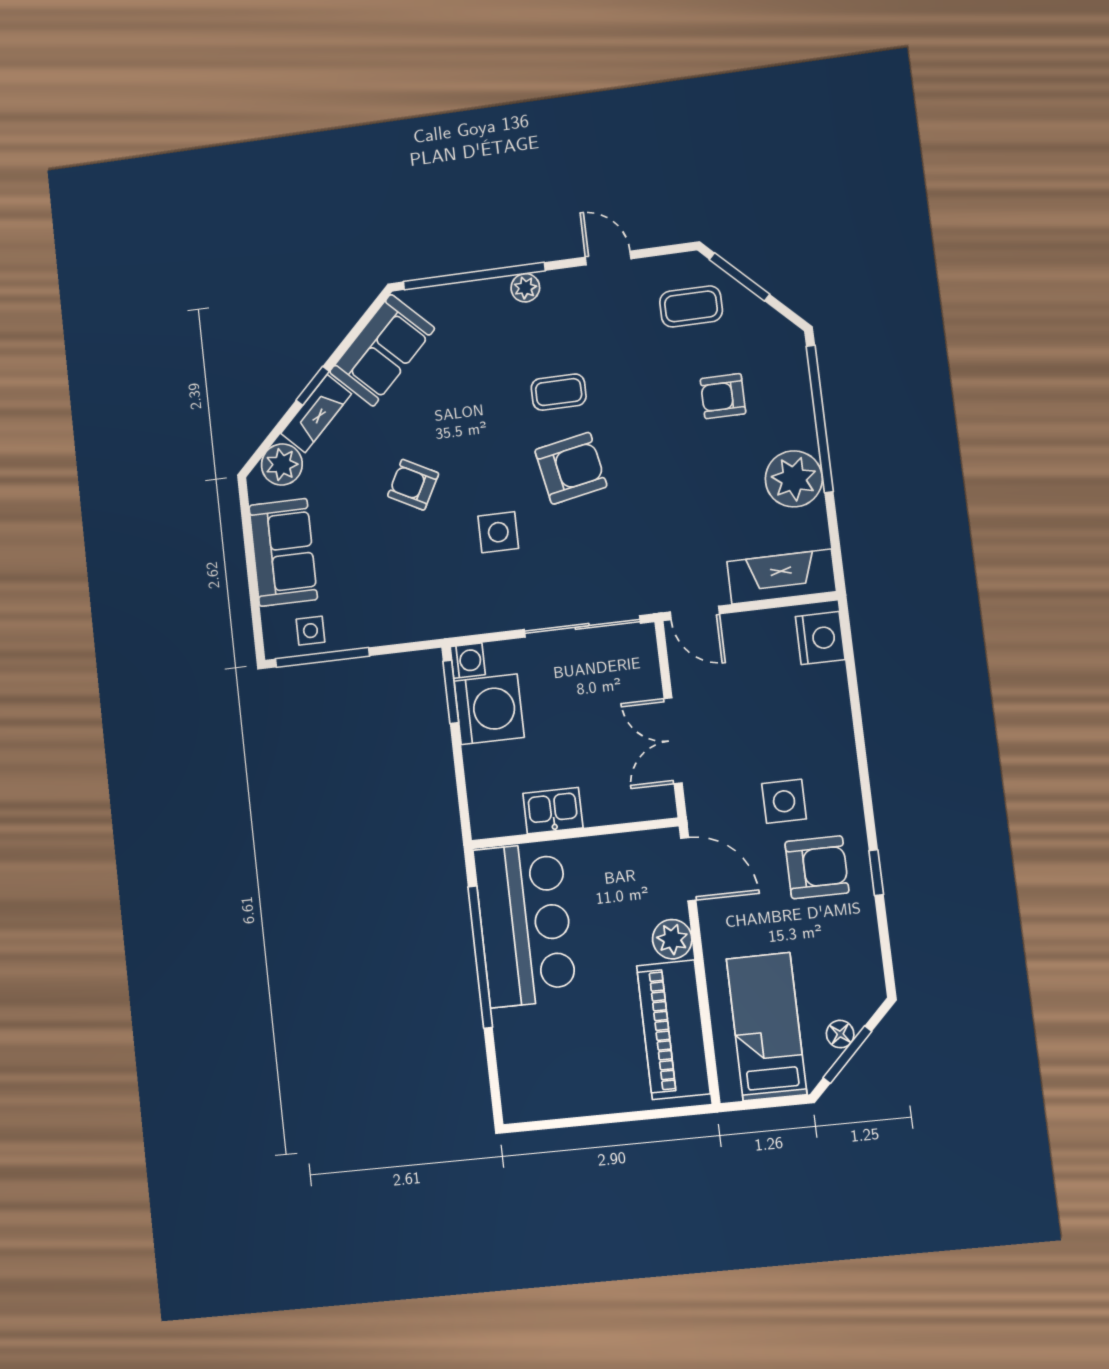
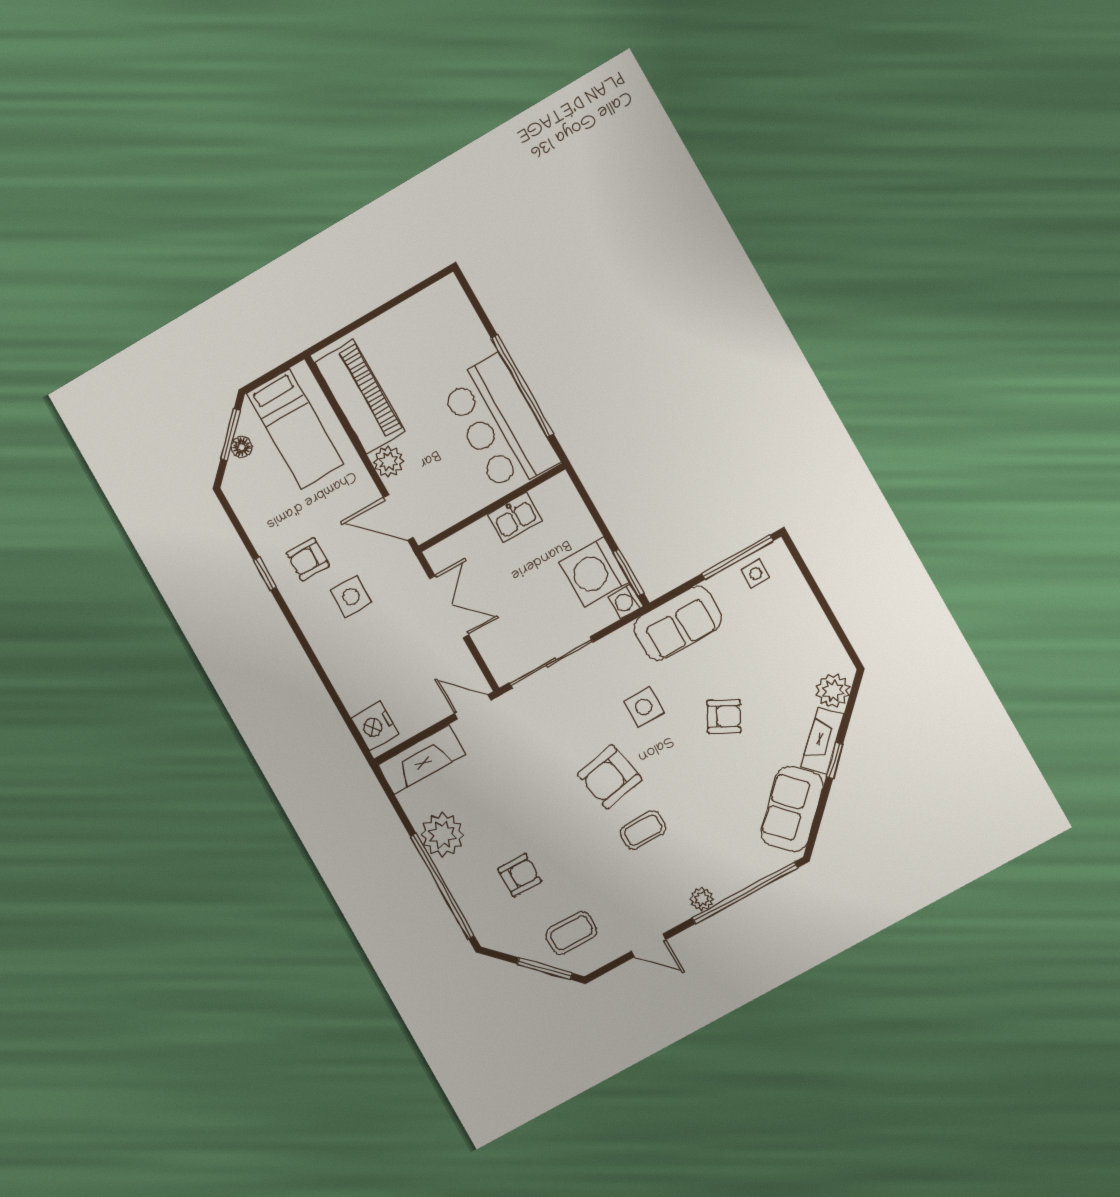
sofa: (283, 552) -> (678, 623), moved, turned -90
armchair: (817, 867) -> (308, 559), width x0.72, depth x0.72

